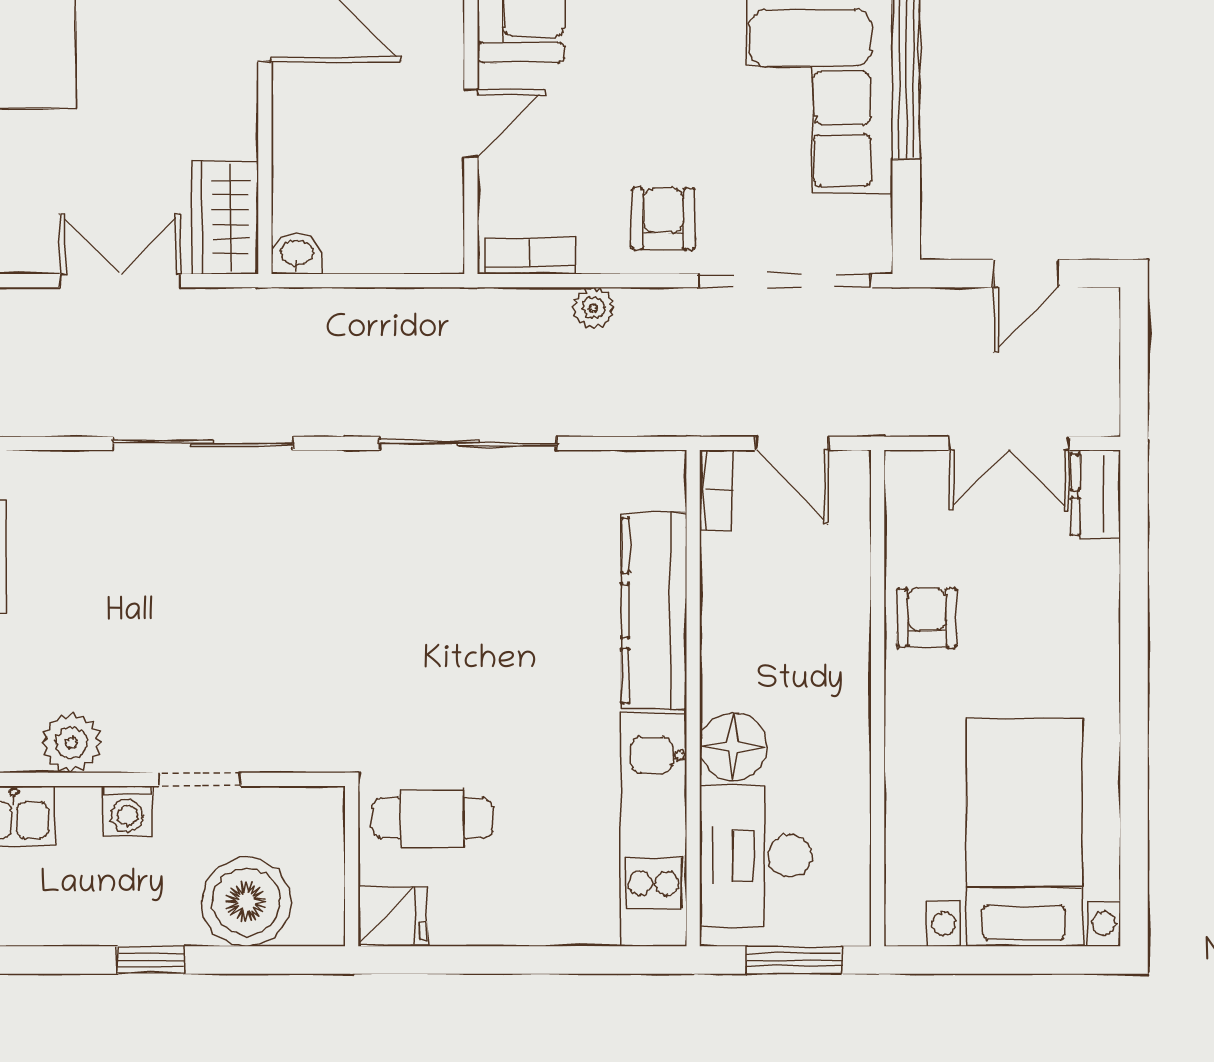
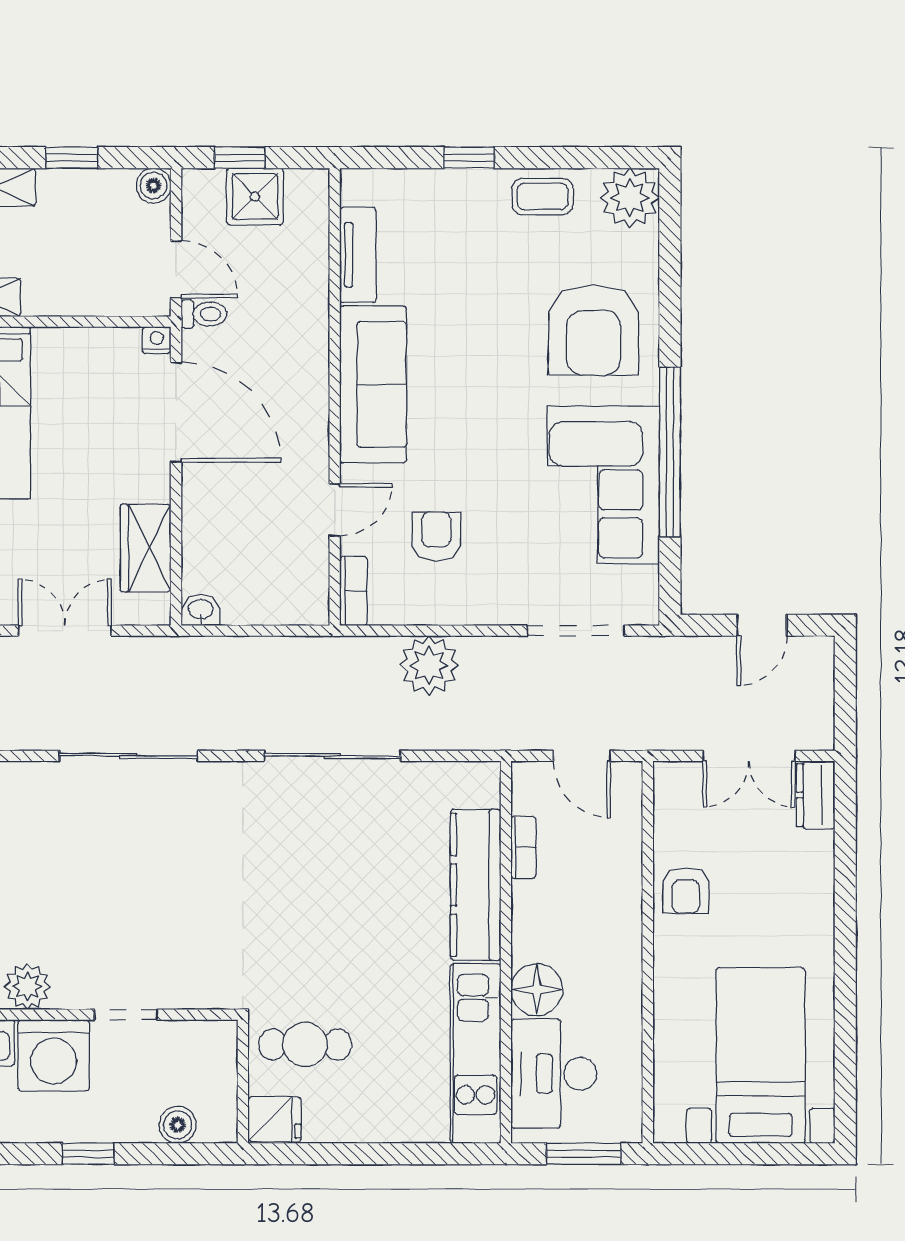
wardrobe: (225, 217) -> (146, 548), moved
armchair: (663, 219) -> (436, 536), moved
bookcase: (531, 256) -> (353, 591), moved, turned 90
doorway: (784, 281) -> (576, 631), width x0.73
plant: (594, 308) -> (429, 665), width x1.88, depth x1.88
bookcase: (716, 490) -> (523, 847), moved
armchair: (927, 618) -> (686, 890), turned 180
washing machine: (128, 810) -> (54, 1055), width x1.89, depth x1.89
boiler: (246, 902) -> (178, 1125), width x0.54, depth x0.54

